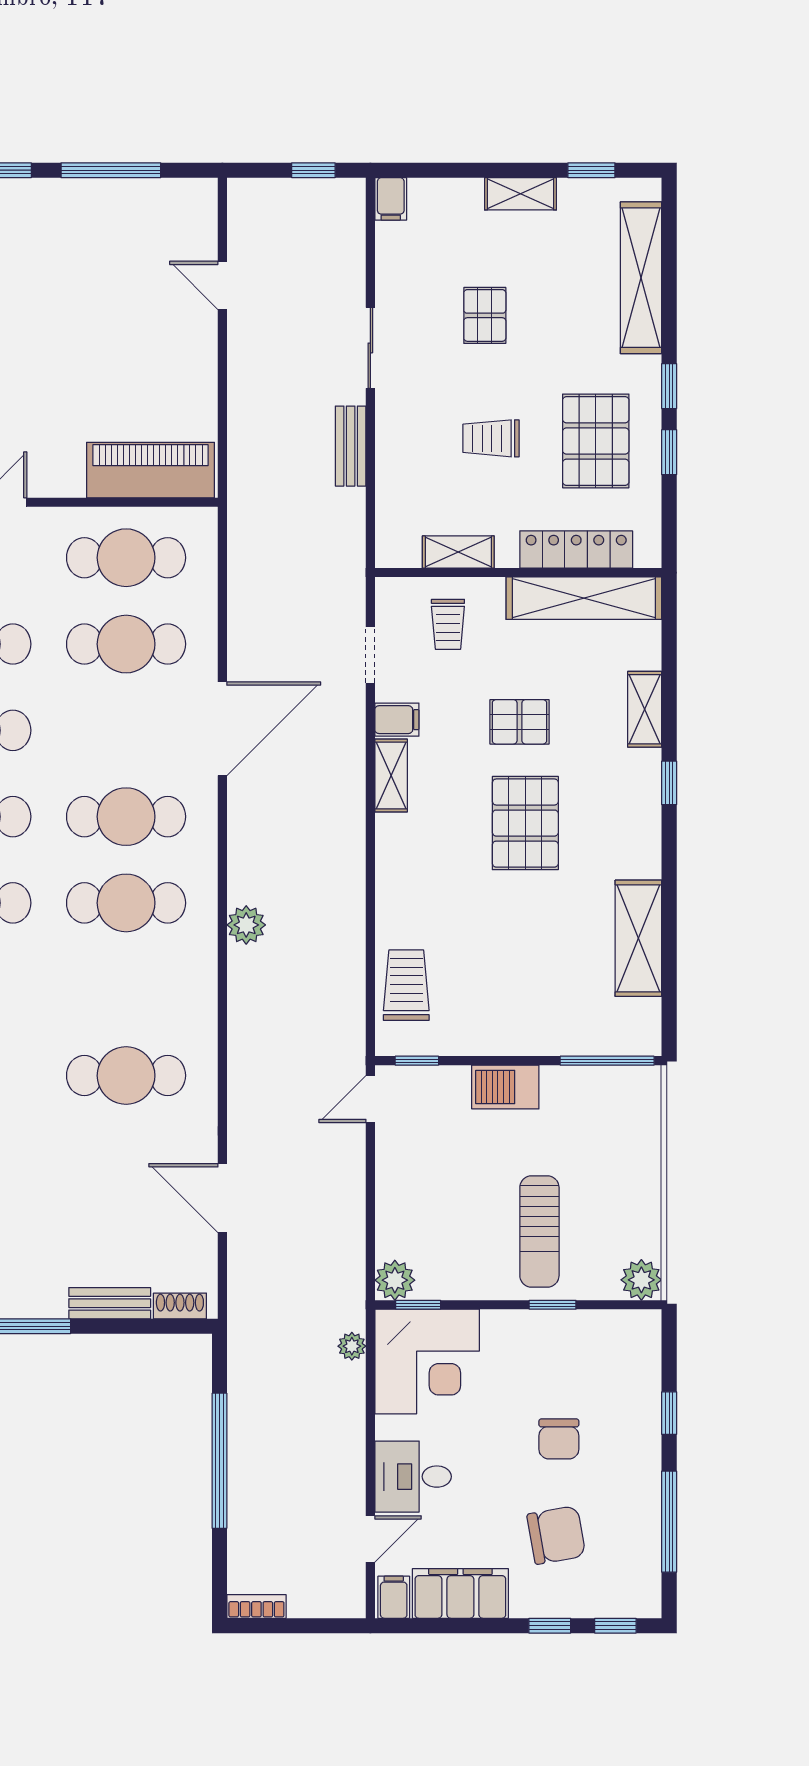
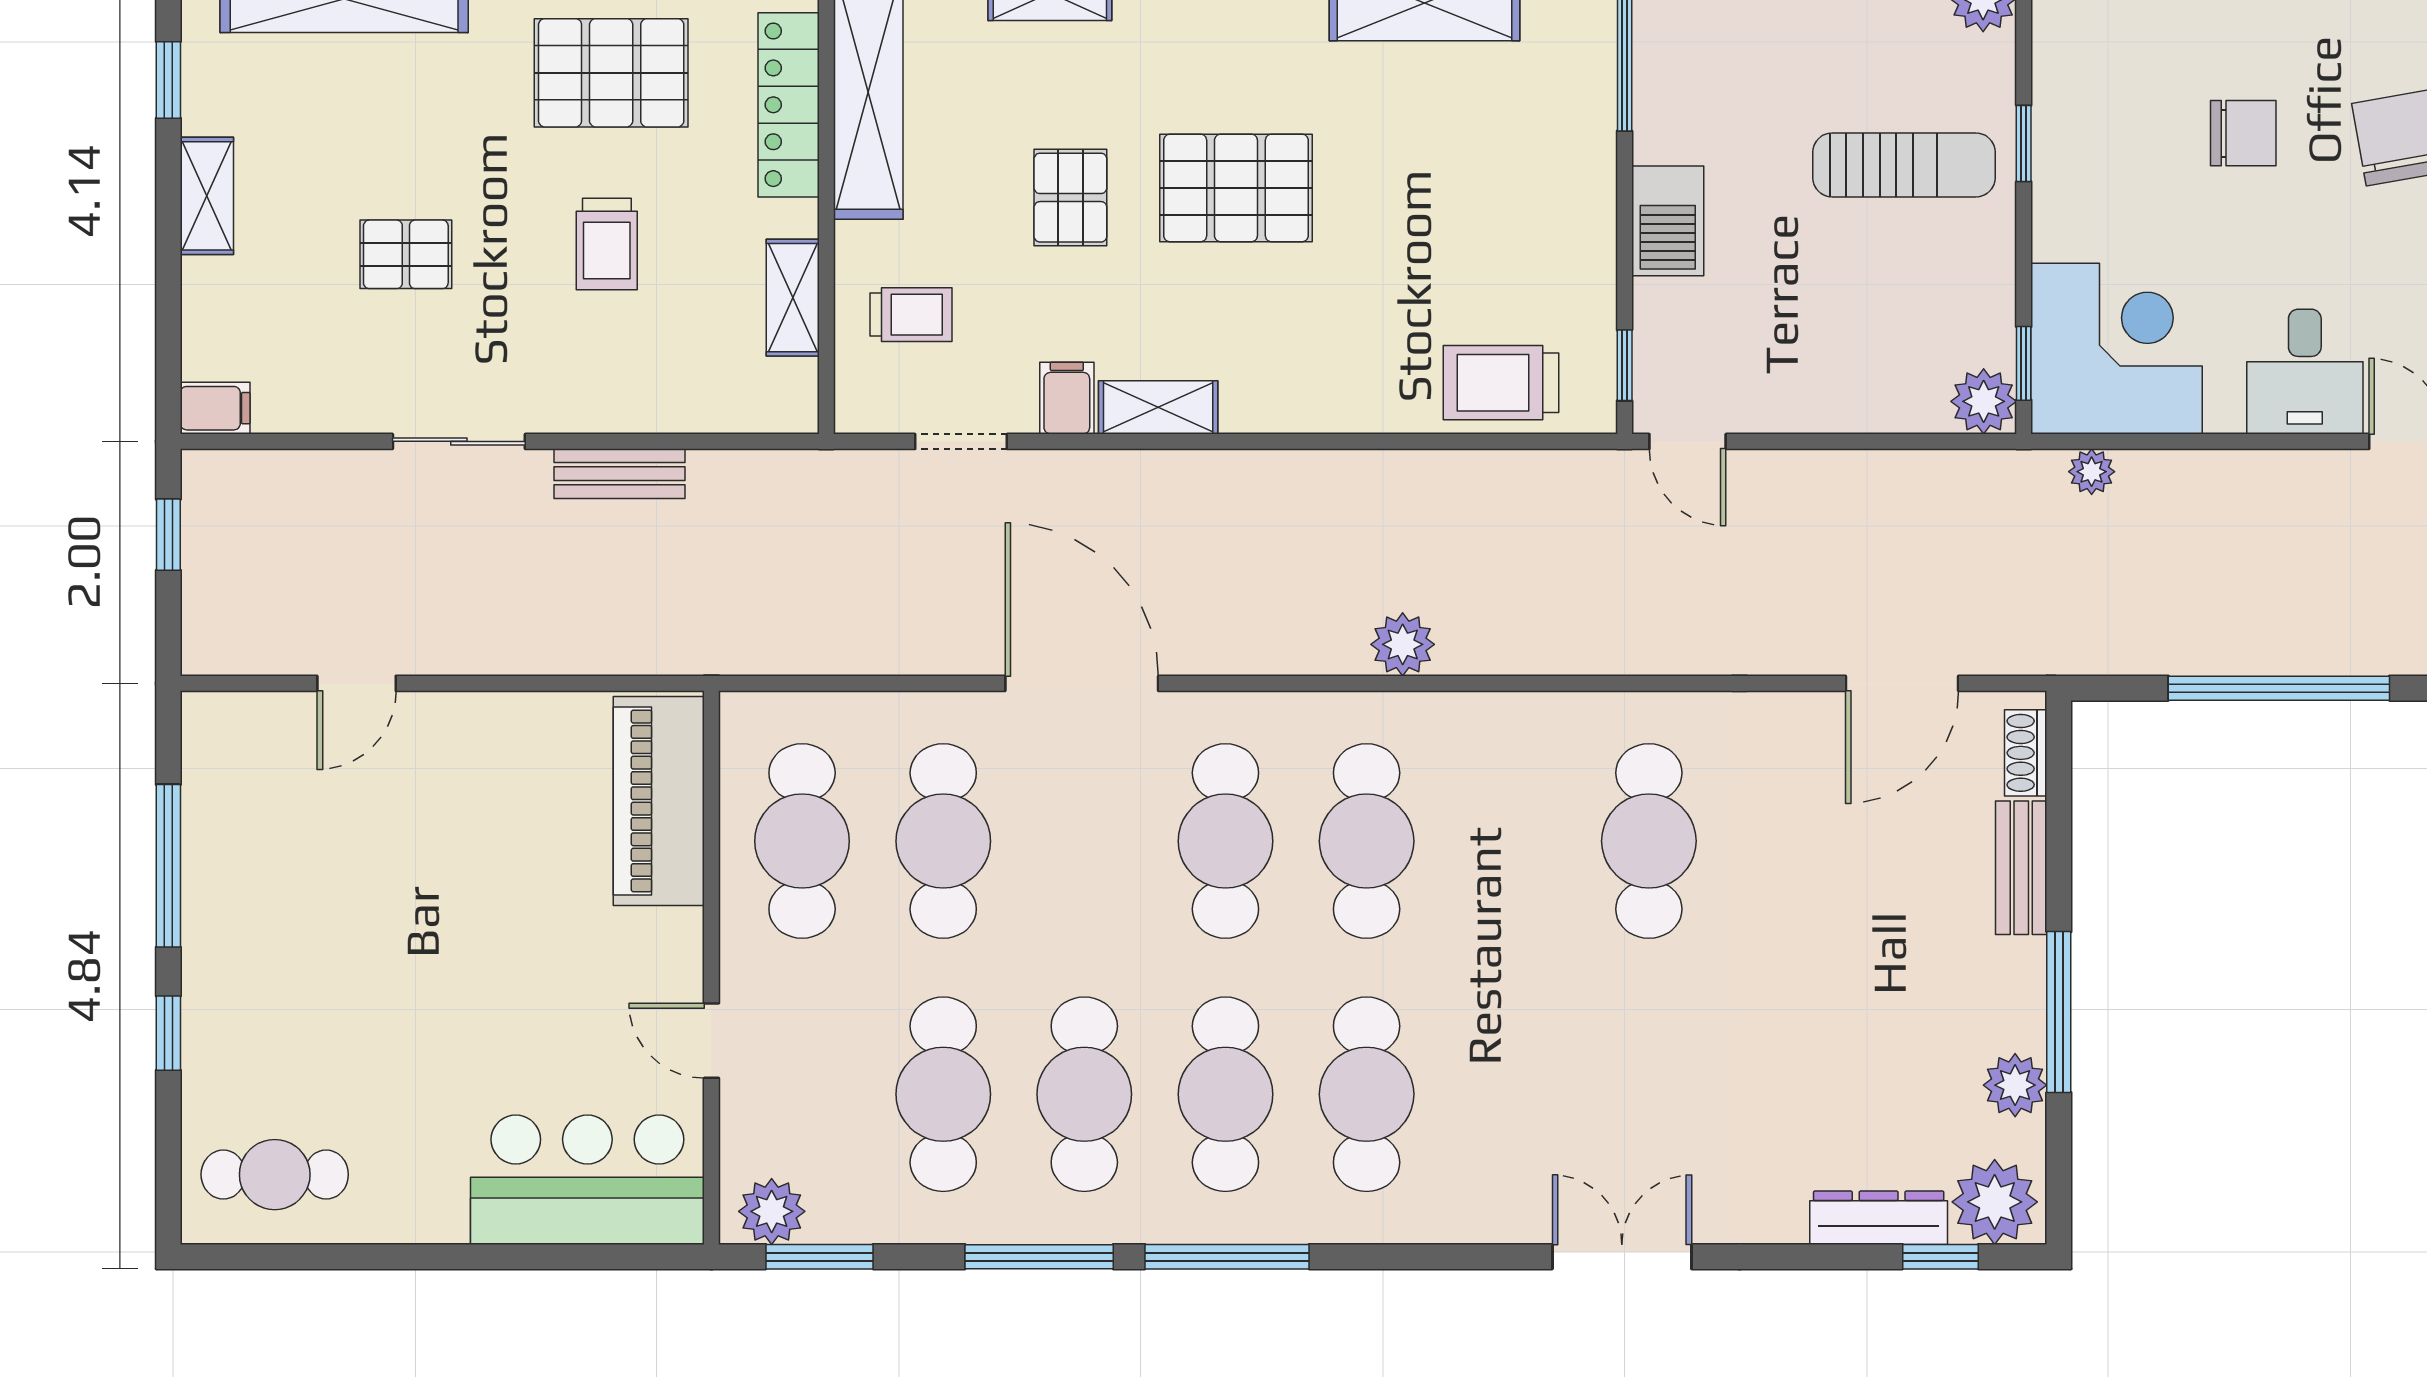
door: (222, 1198) -> (1902, 683), moved

